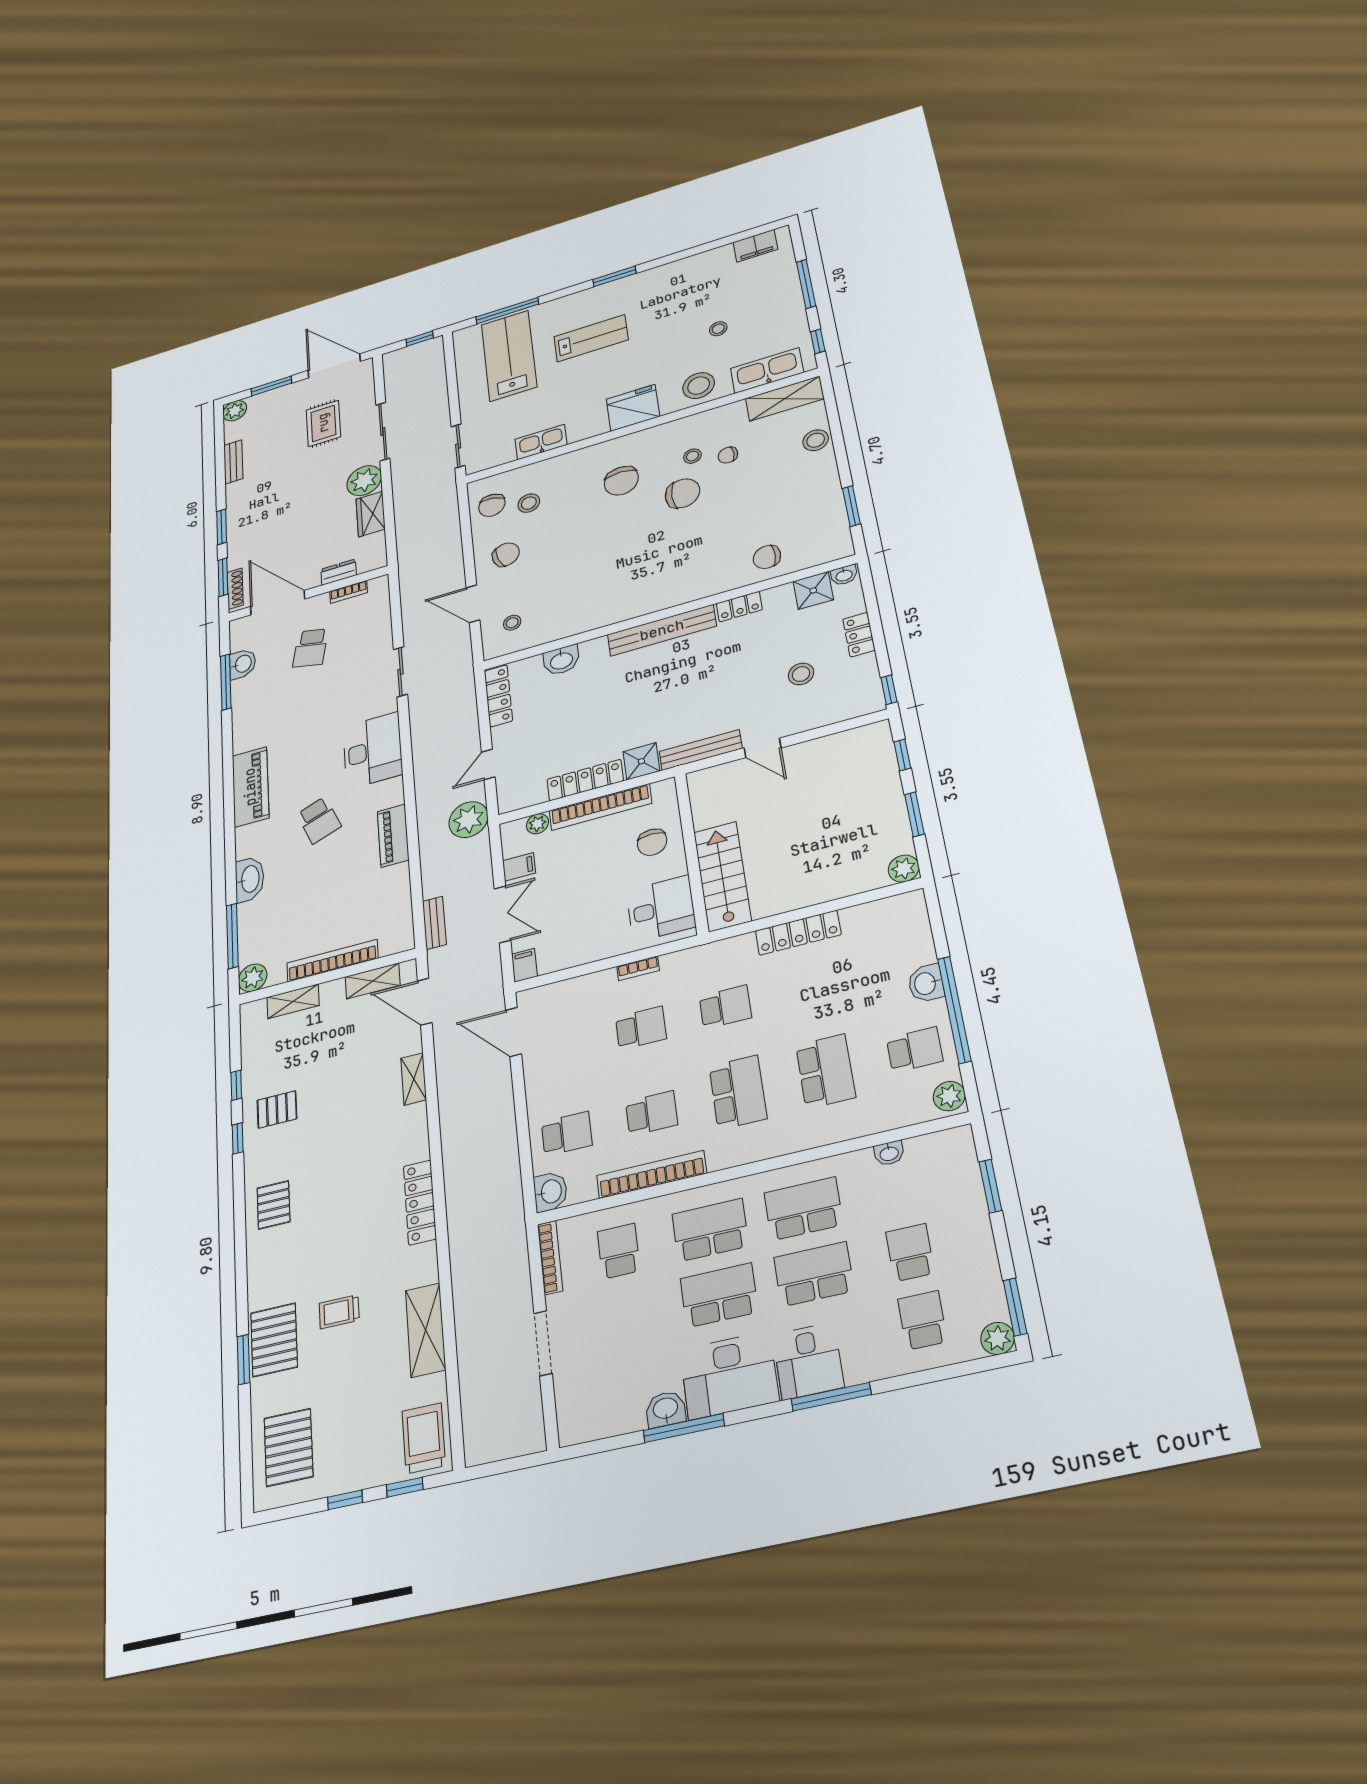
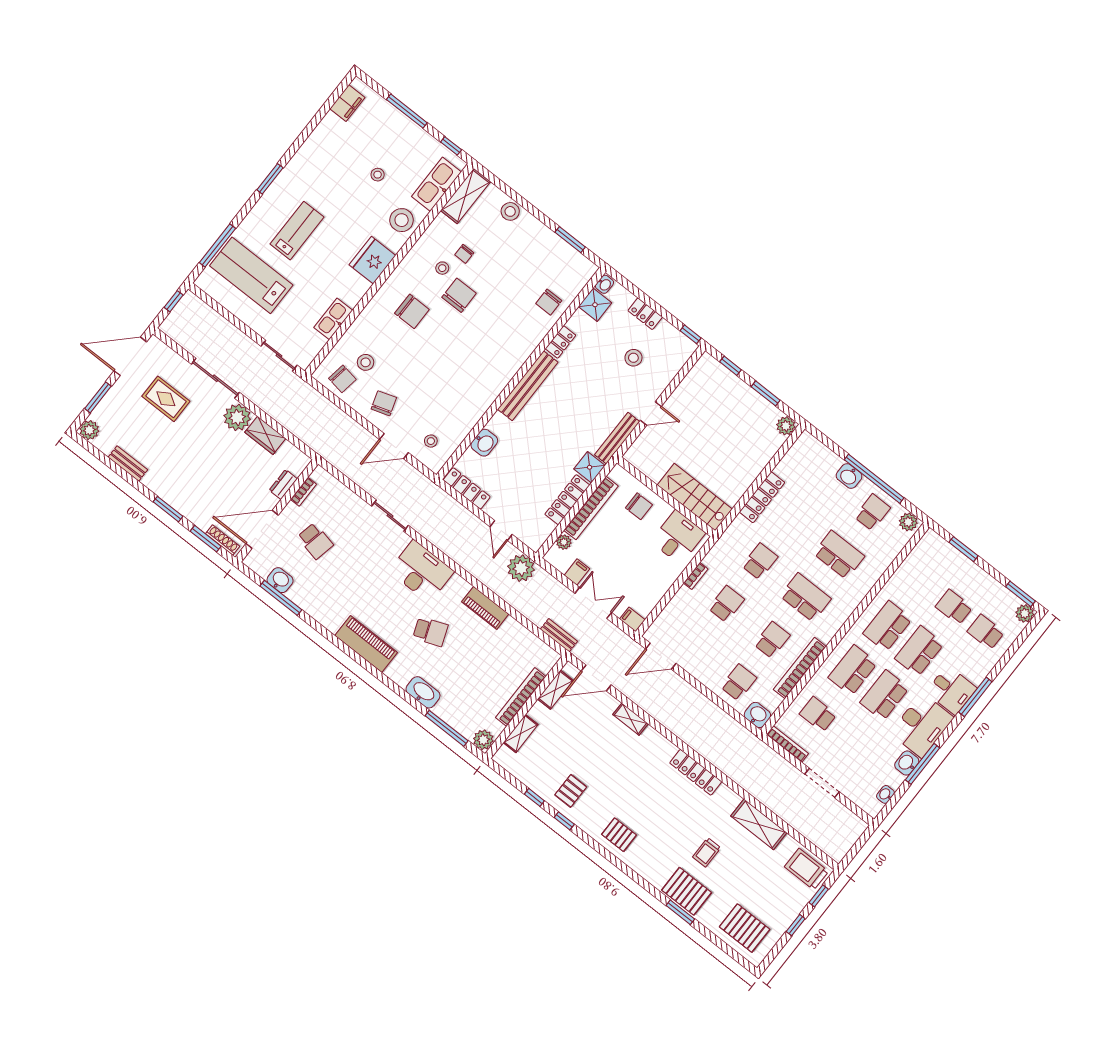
washbasin: (889, 1153) -> (885, 794), moved, turned 180

